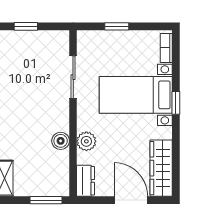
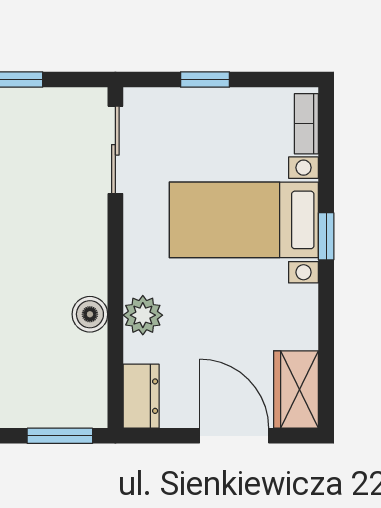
sliding door: (73, 77) -> (115, 150), moved
wardrobe: (161, 168) -> (296, 389), width x0.67

